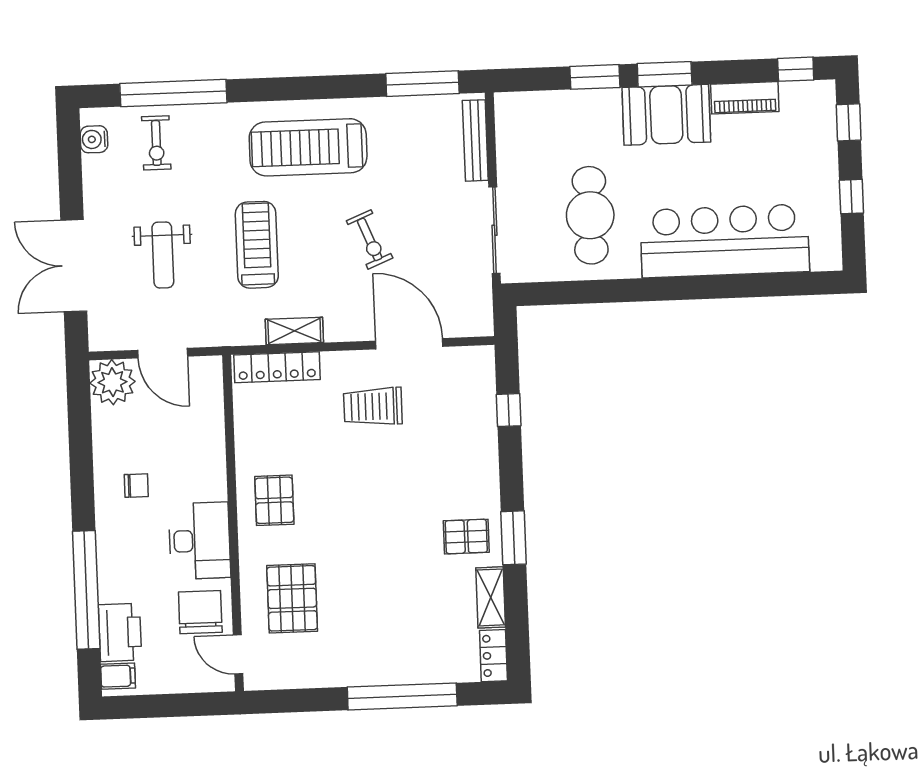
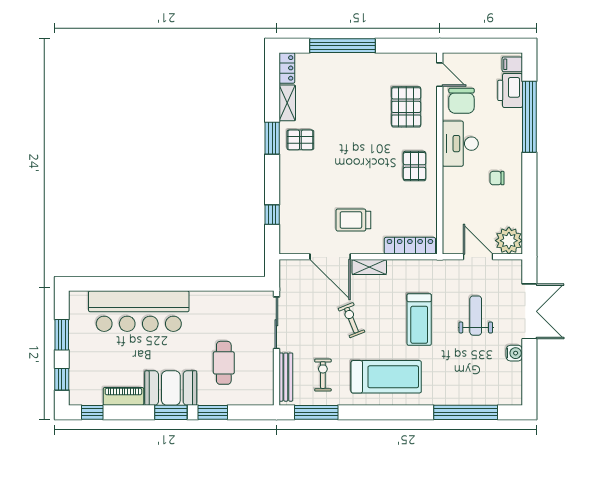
water cooler: (94, 139) -> (514, 353), moved
exercise bike: (156, 143) -> (323, 375), moved
window: (851, 197) -> (62, 335), width x1.50
cafe table: (590, 215) -> (224, 363), moved, width x0.73, depth x0.74
shelving: (294, 331) -> (369, 267), moved
trolley: (373, 406) -> (353, 220), turned 180

